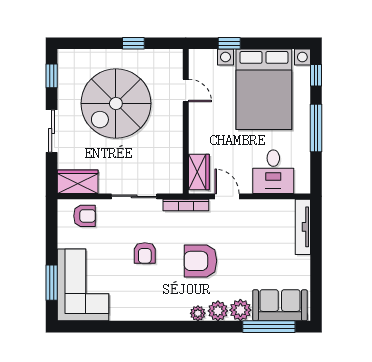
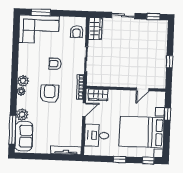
spiral stairs: (116, 103) -> (137, 51), removed
window: (316, 128) -> (120, 159), width x0.46
plant: (218, 311) -> (23, 81), moved

